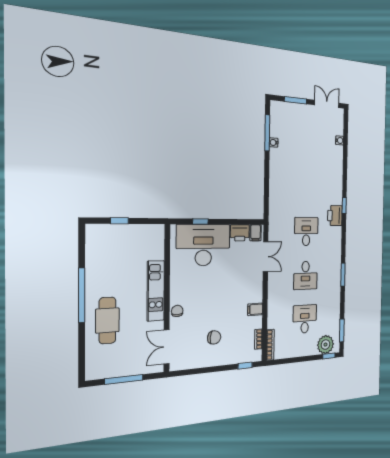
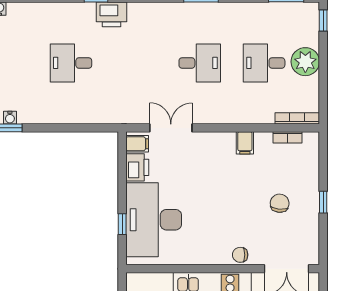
desk: (306, 231) -> (71, 63), moved
plant: (325, 345) -> (305, 62), moved
window: (245, 366) -> (323, 202), moved

